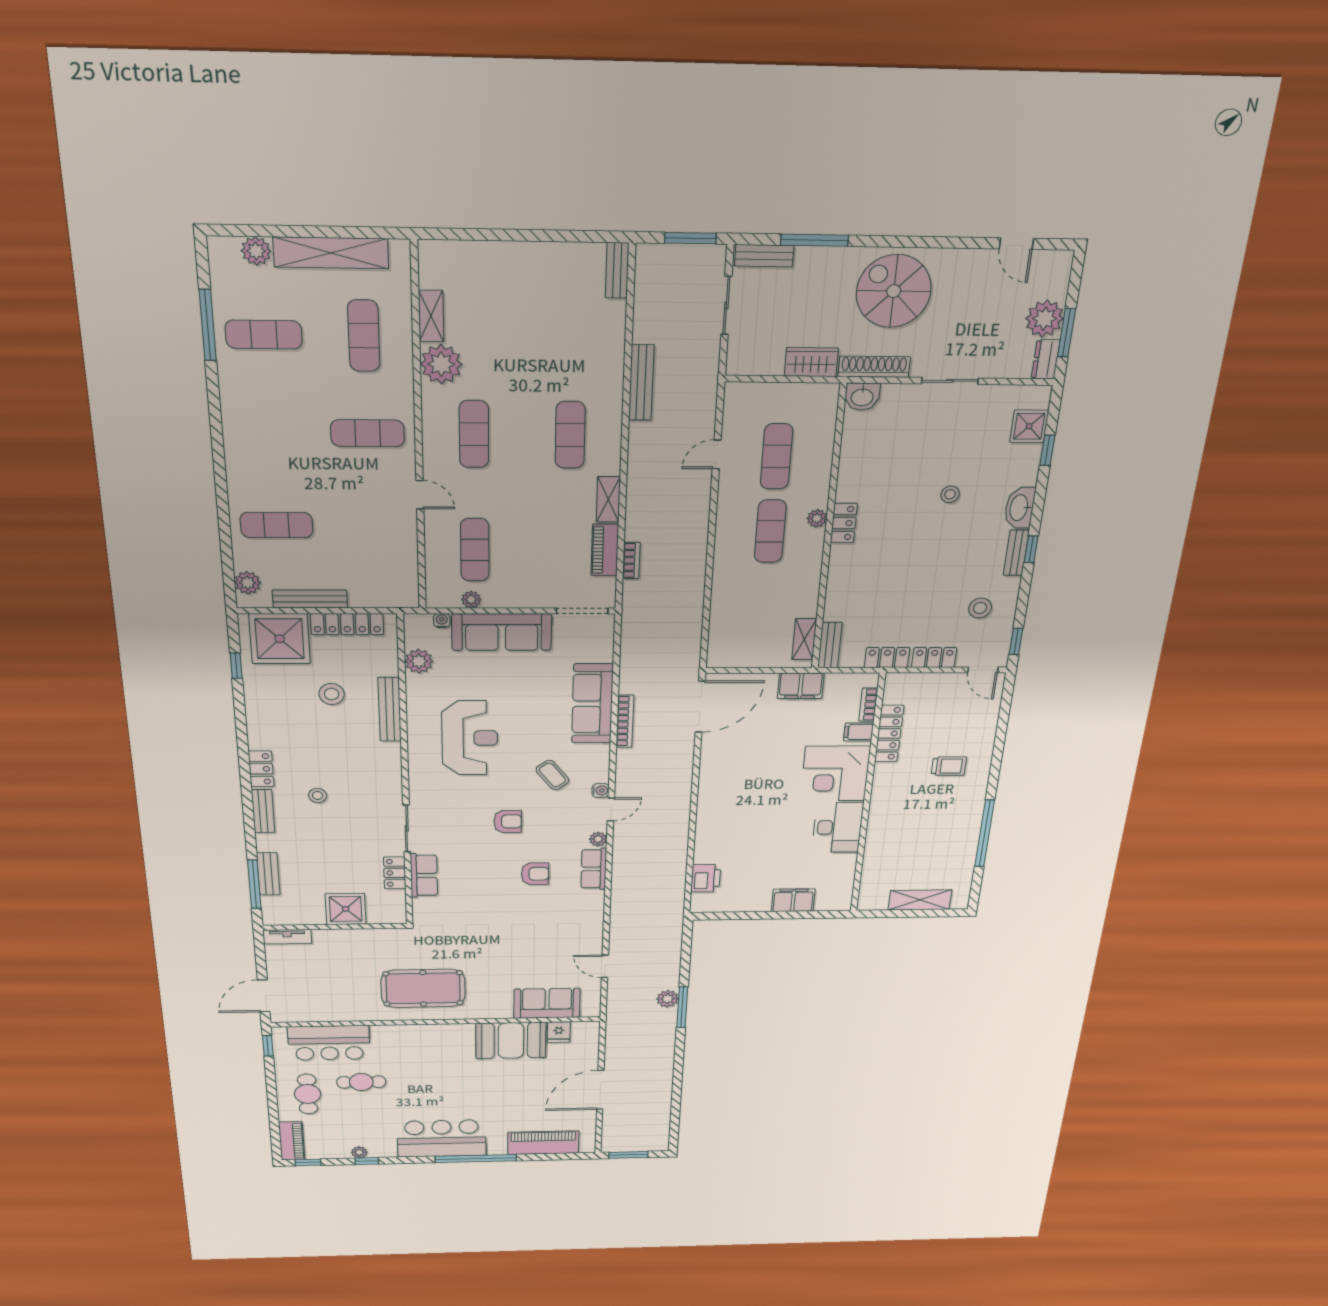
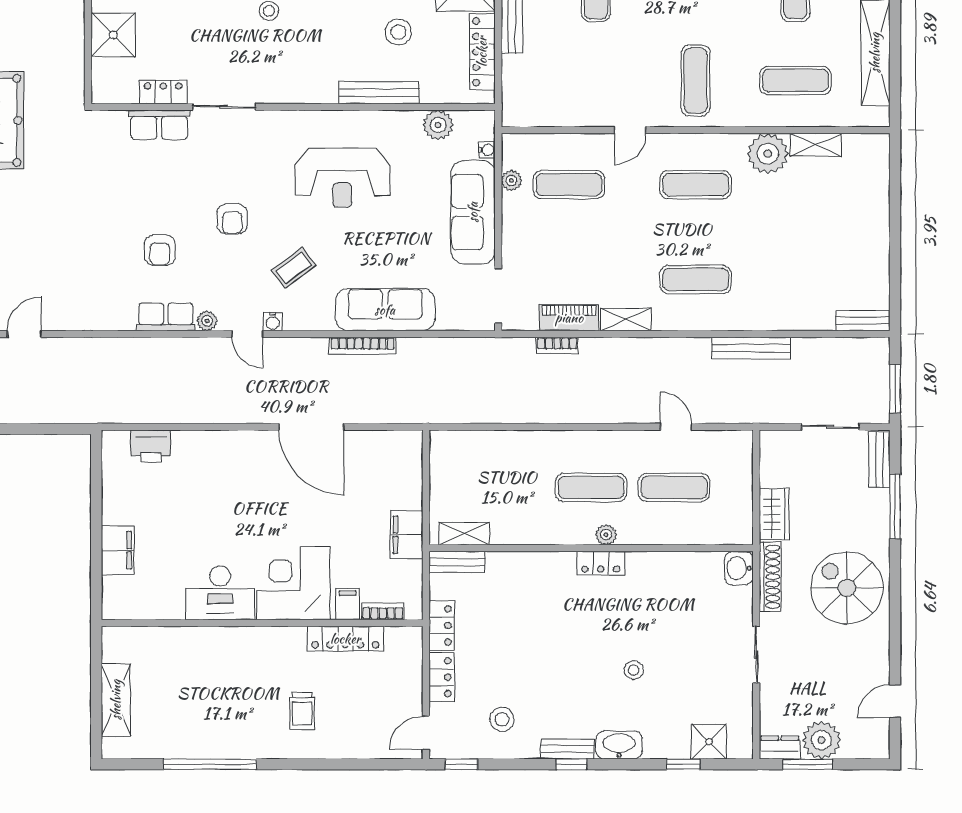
spiral stairs: (894, 291) -> (847, 588), turned -90
door: (700, 707) -> (311, 427), moved

